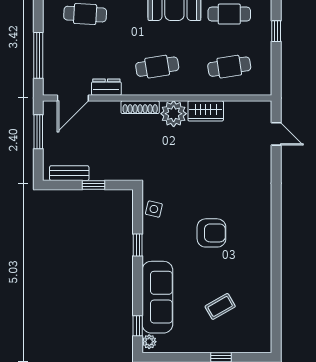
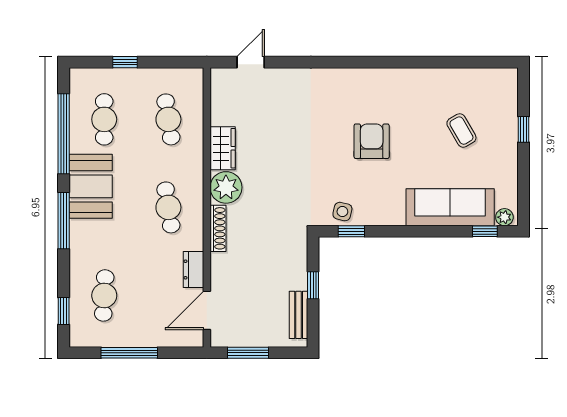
window: (38, 55) -> (129, 353), moved
door: (73, 98) -> (207, 310), swing flipped
window: (138, 245) -> (351, 231), moved

